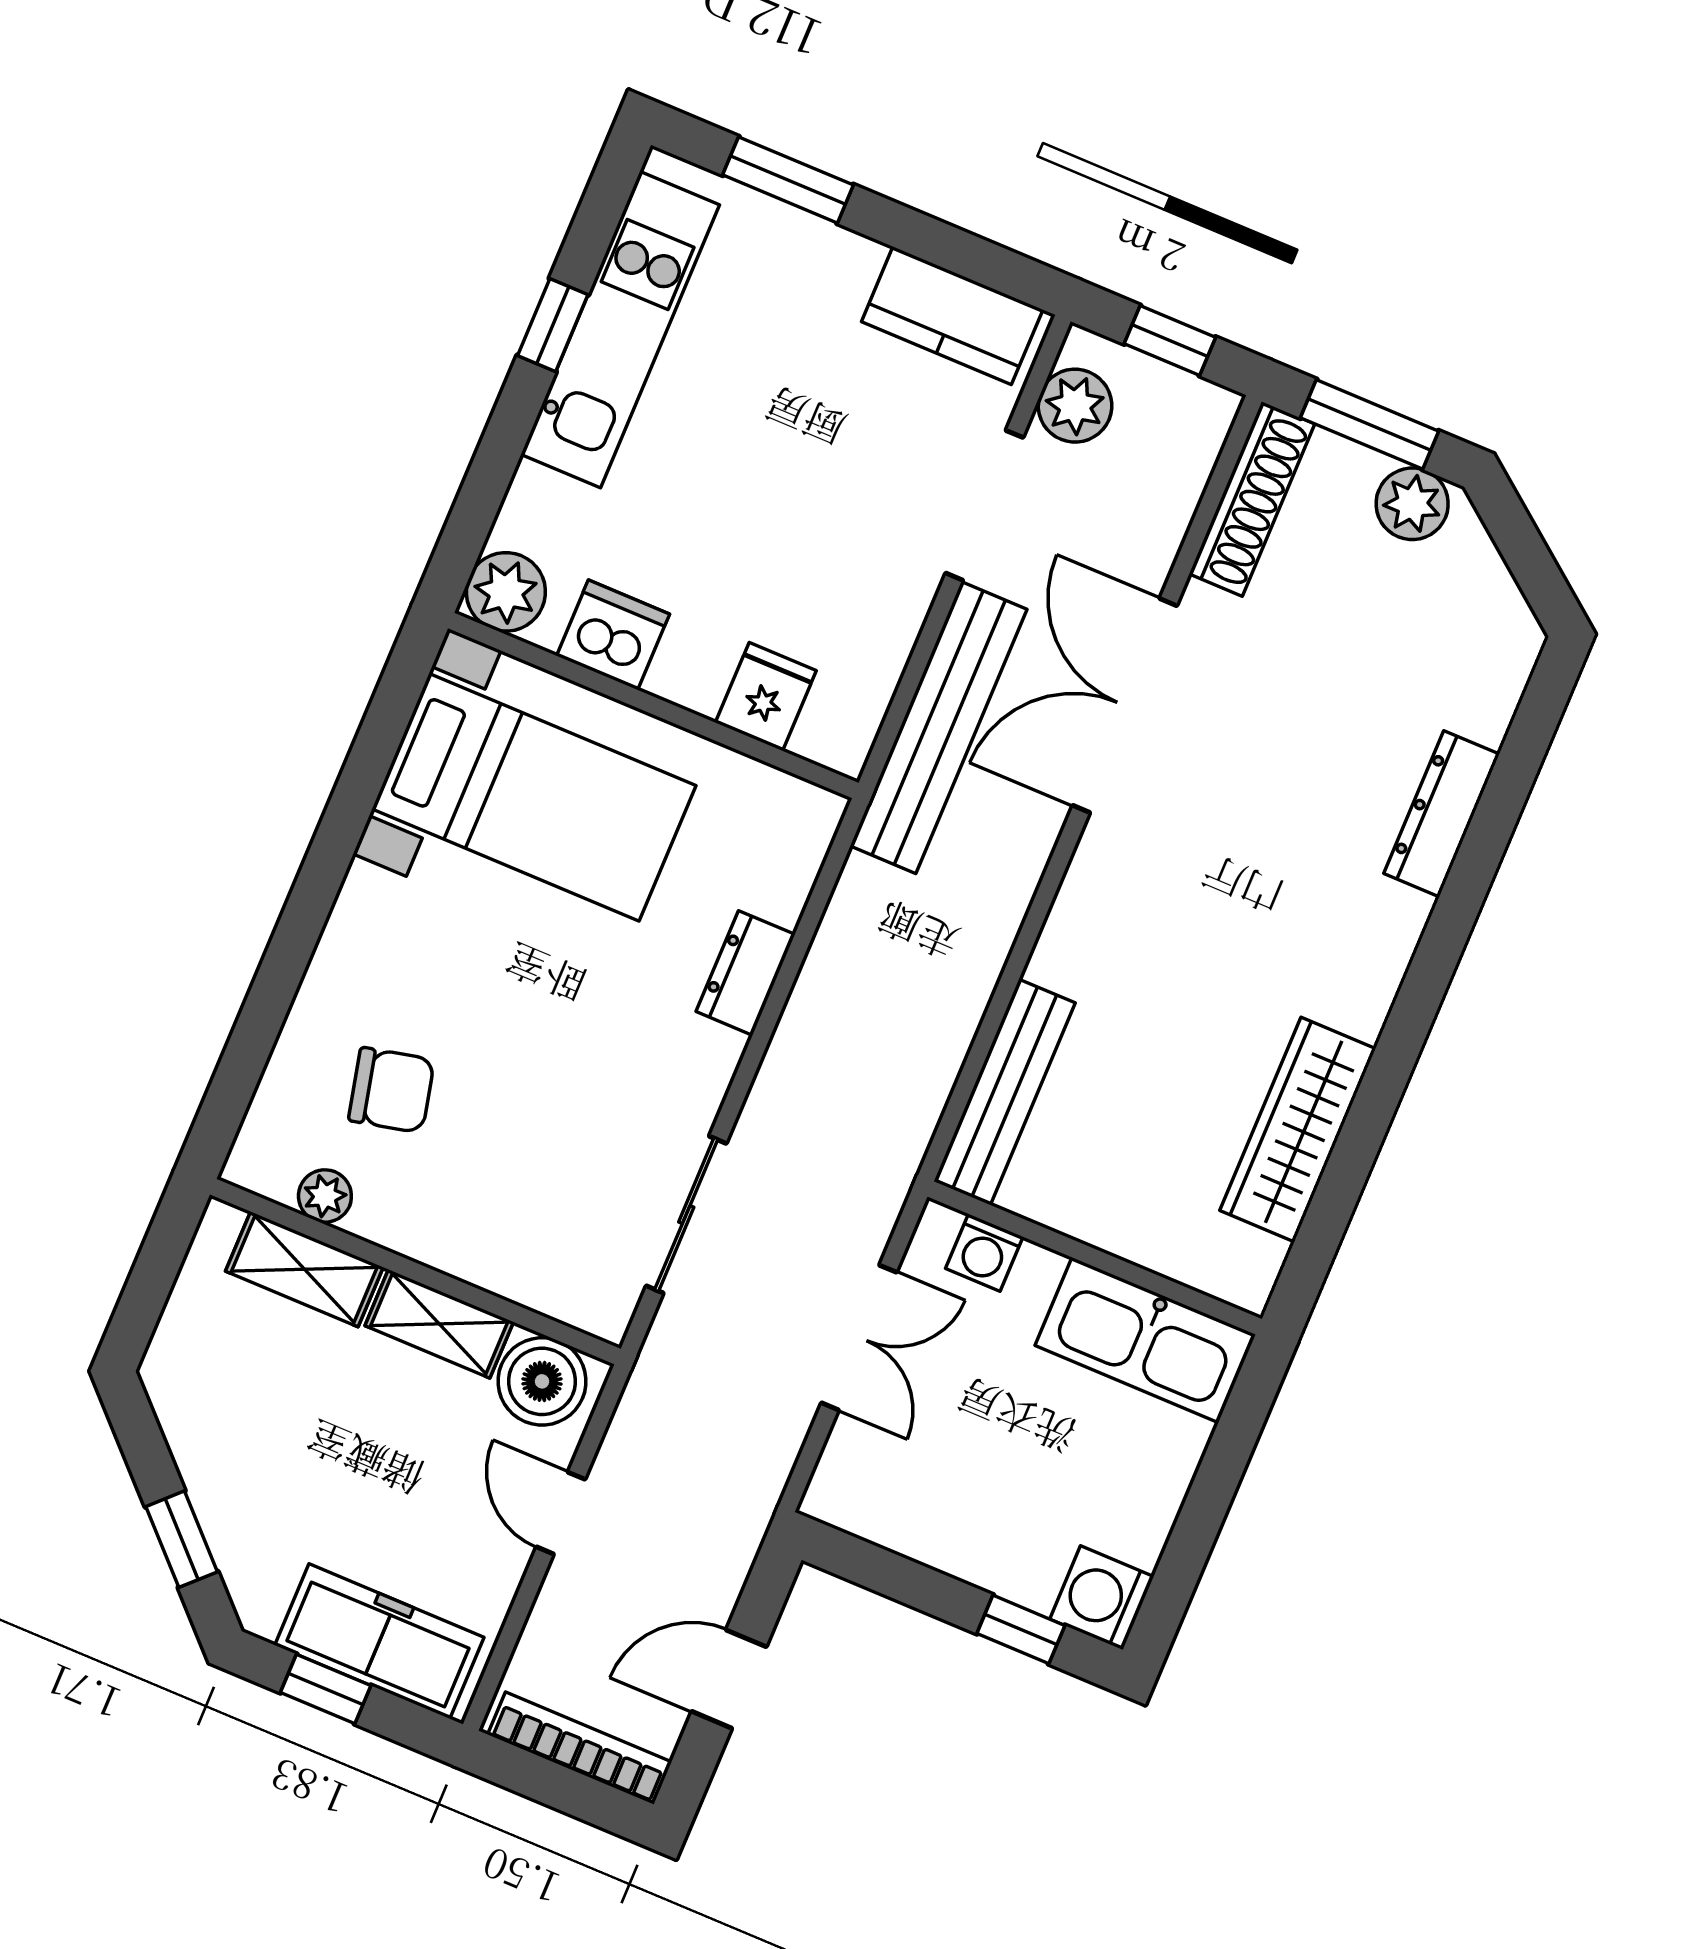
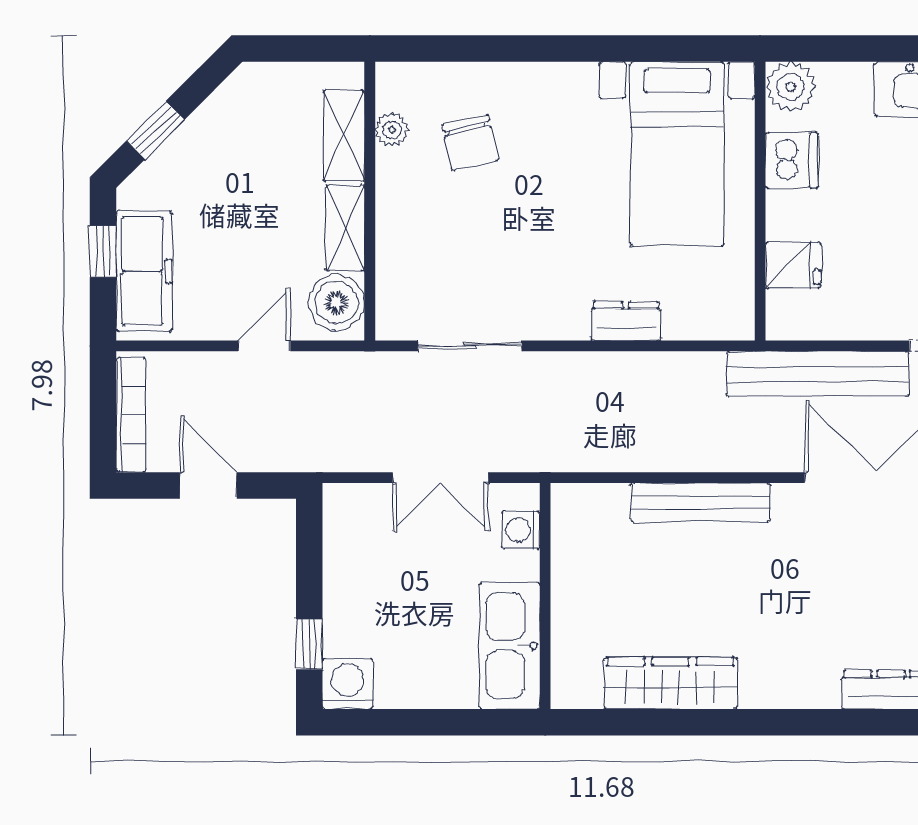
bench: (1005, 1092) -> (700, 502), moved

